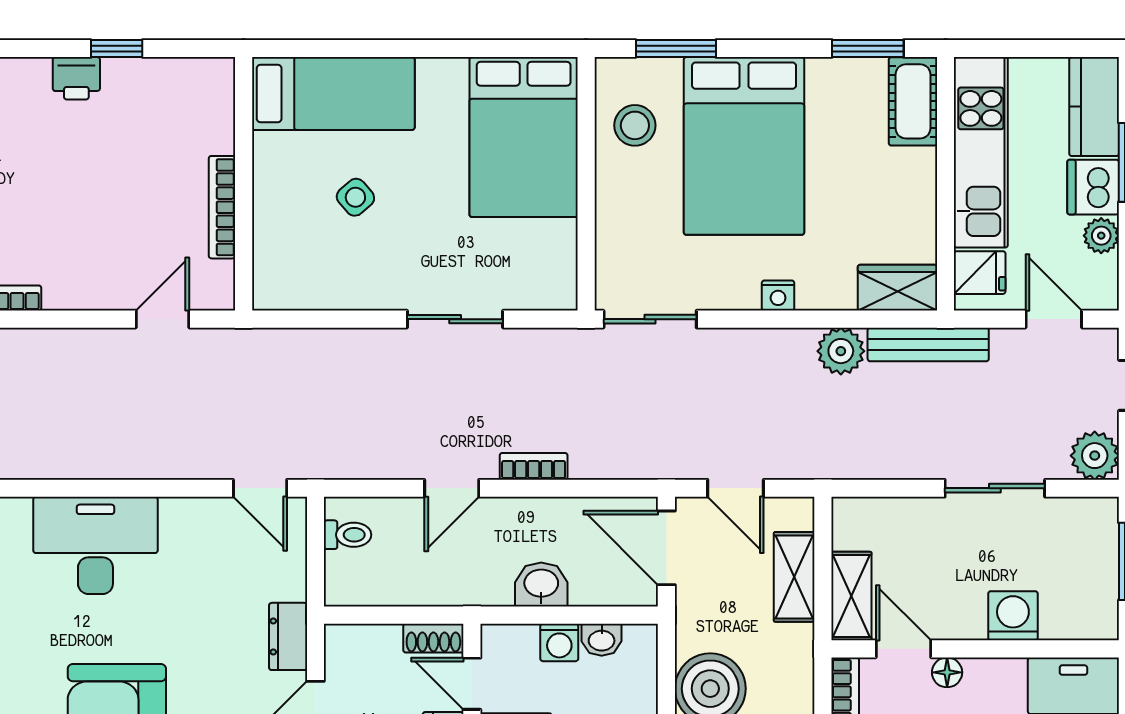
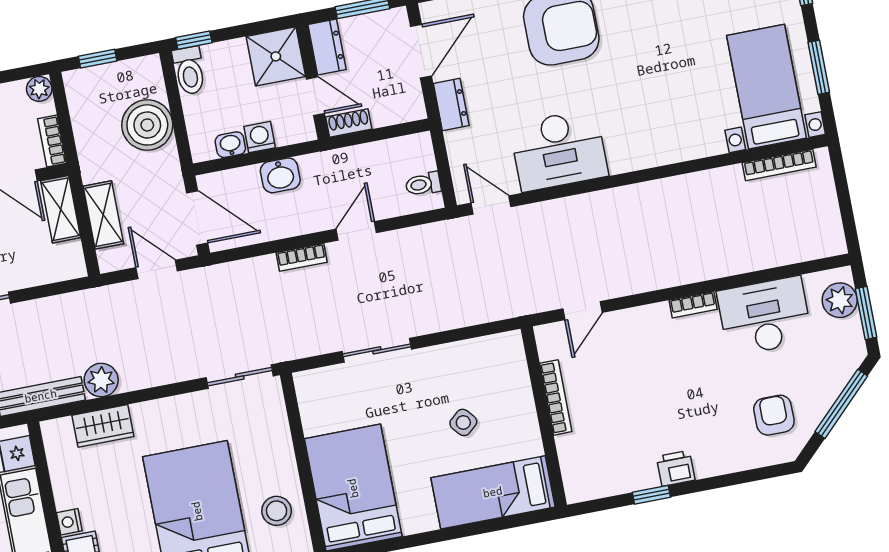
wardrobe: (897, 288) -> (103, 426), moved
nightstand: (778, 295) -> (69, 522), moved, turned -90
desk: (95, 545) -> (559, 150), moved

